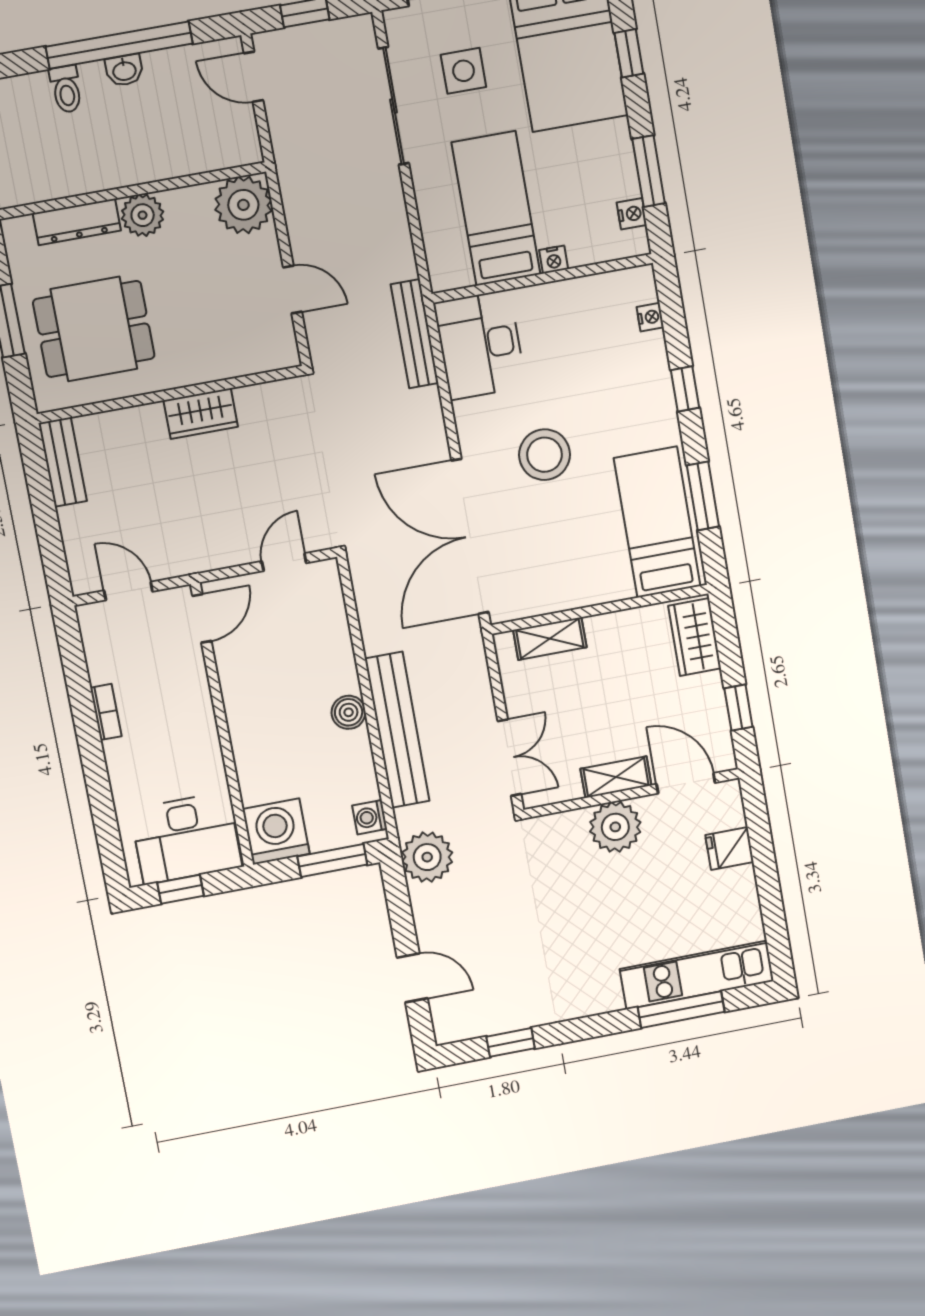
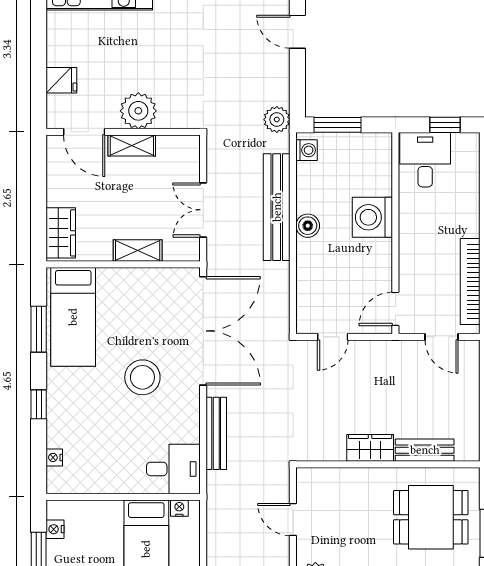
nightstand: (554, 260) -> (179, 508), moved
bench: (415, 334) -> (216, 433), moved
desk: (480, 345) -> (173, 469), width x0.73
bench: (63, 462) -> (425, 450), moved, turned 90
shelving: (550, 639) -> (138, 251), moved
window: (738, 708) -> (39, 178), removed
bookcase: (106, 712) -> (470, 282), width x2.31, depth x1.31
double door: (509, 758) -> (203, 210), moved
washing machine: (276, 831) -> (372, 217), moved, turned 90
desk: (186, 838) -> (425, 160), width x0.73
plant: (427, 857) -> (277, 120), width x0.73, depth x0.73

